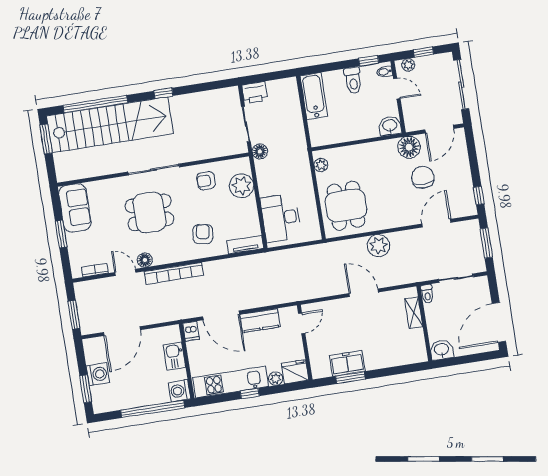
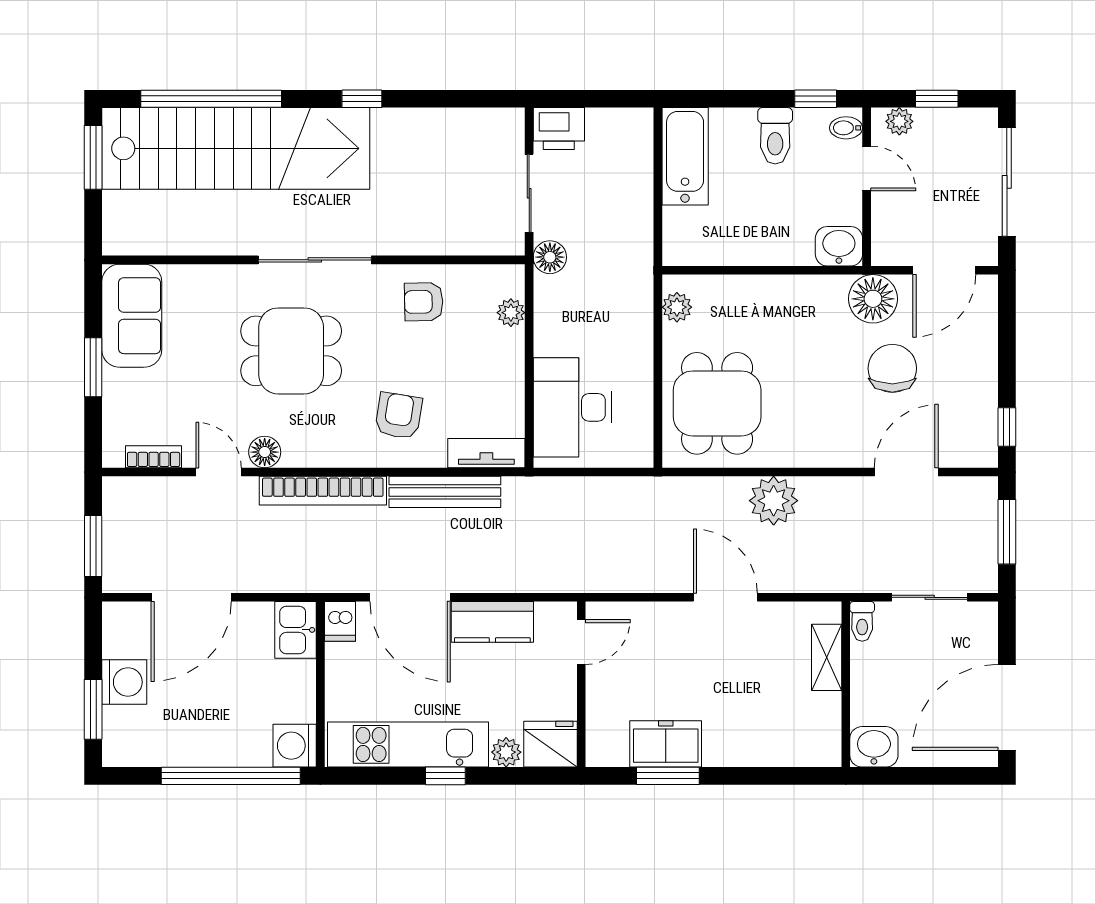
plant: (242, 186) -> (511, 313), width x0.53, depth x0.53
bench: (229, 265) -> (445, 492), added
kitchen sink: (174, 356) -> (296, 630), moved

